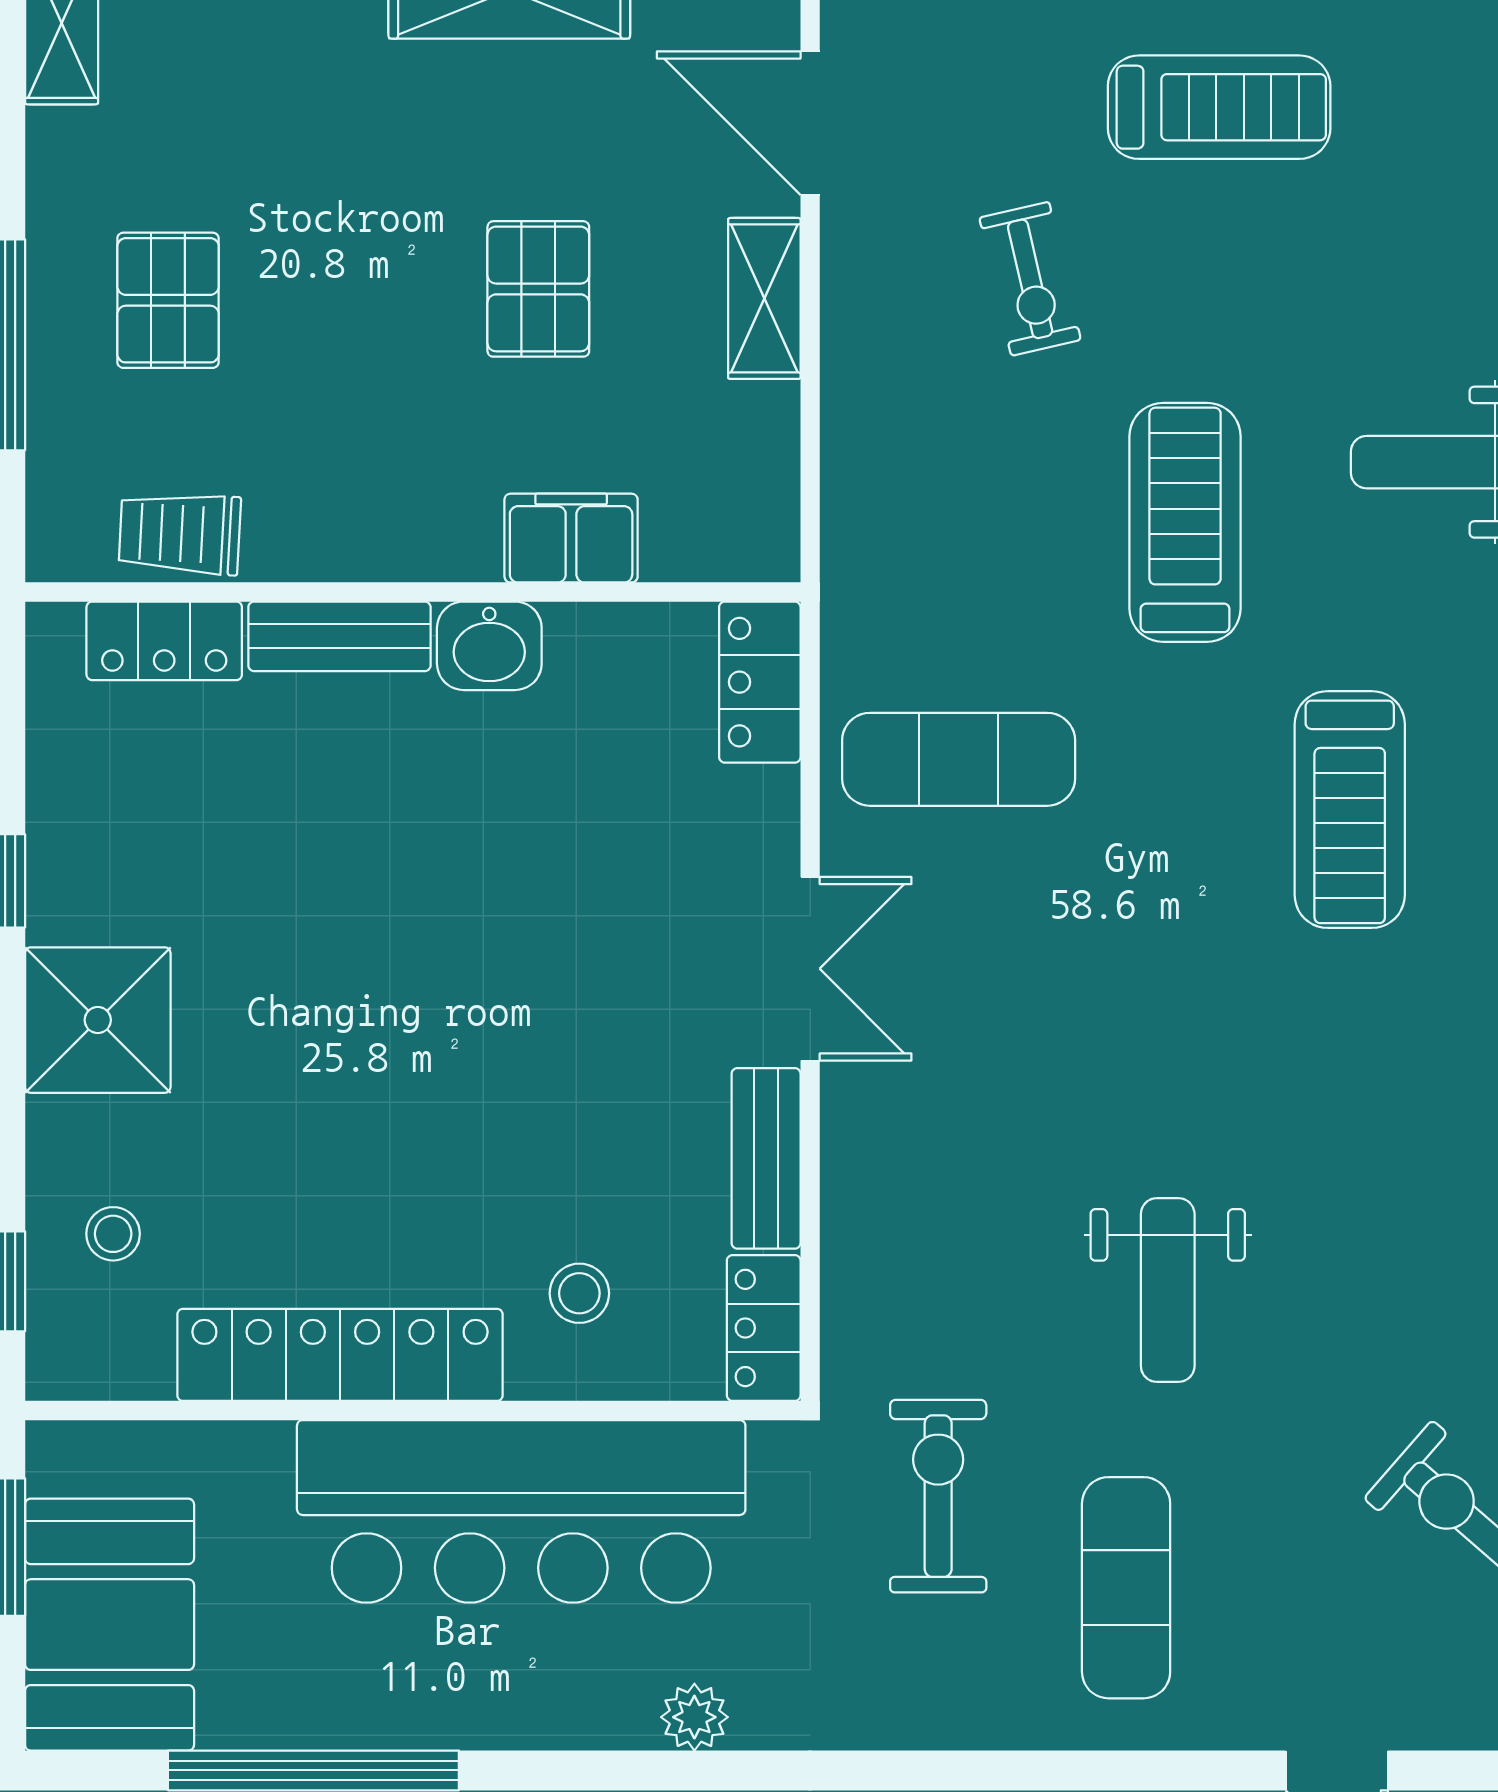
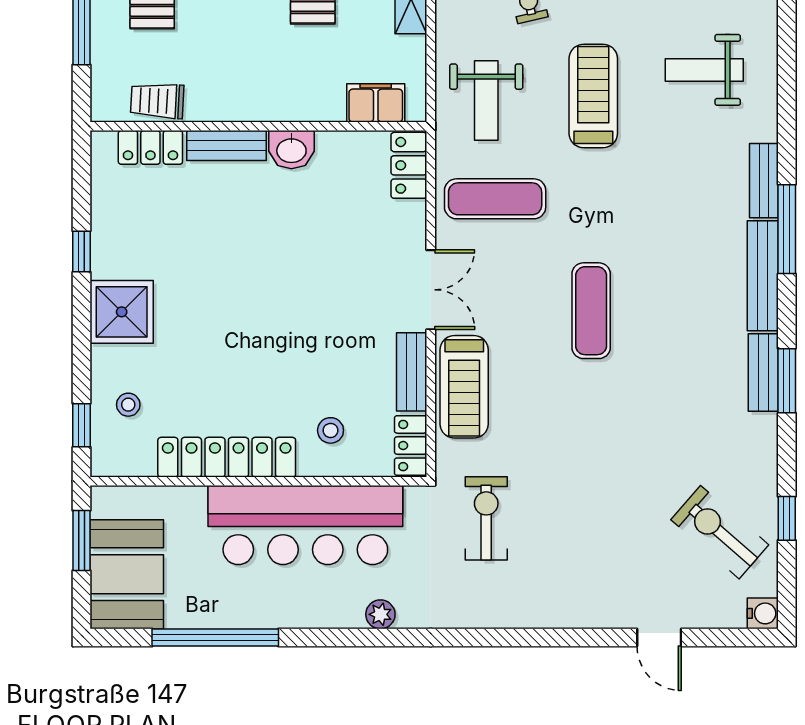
filing cabinet: (571, 538) -> (376, 103), moved
treadmill: (1350, 810) -> (464, 387), moved
weight bench: (1168, 1290) -> (486, 101), moved
exercise mat: (1126, 1588) -> (591, 311), moved

